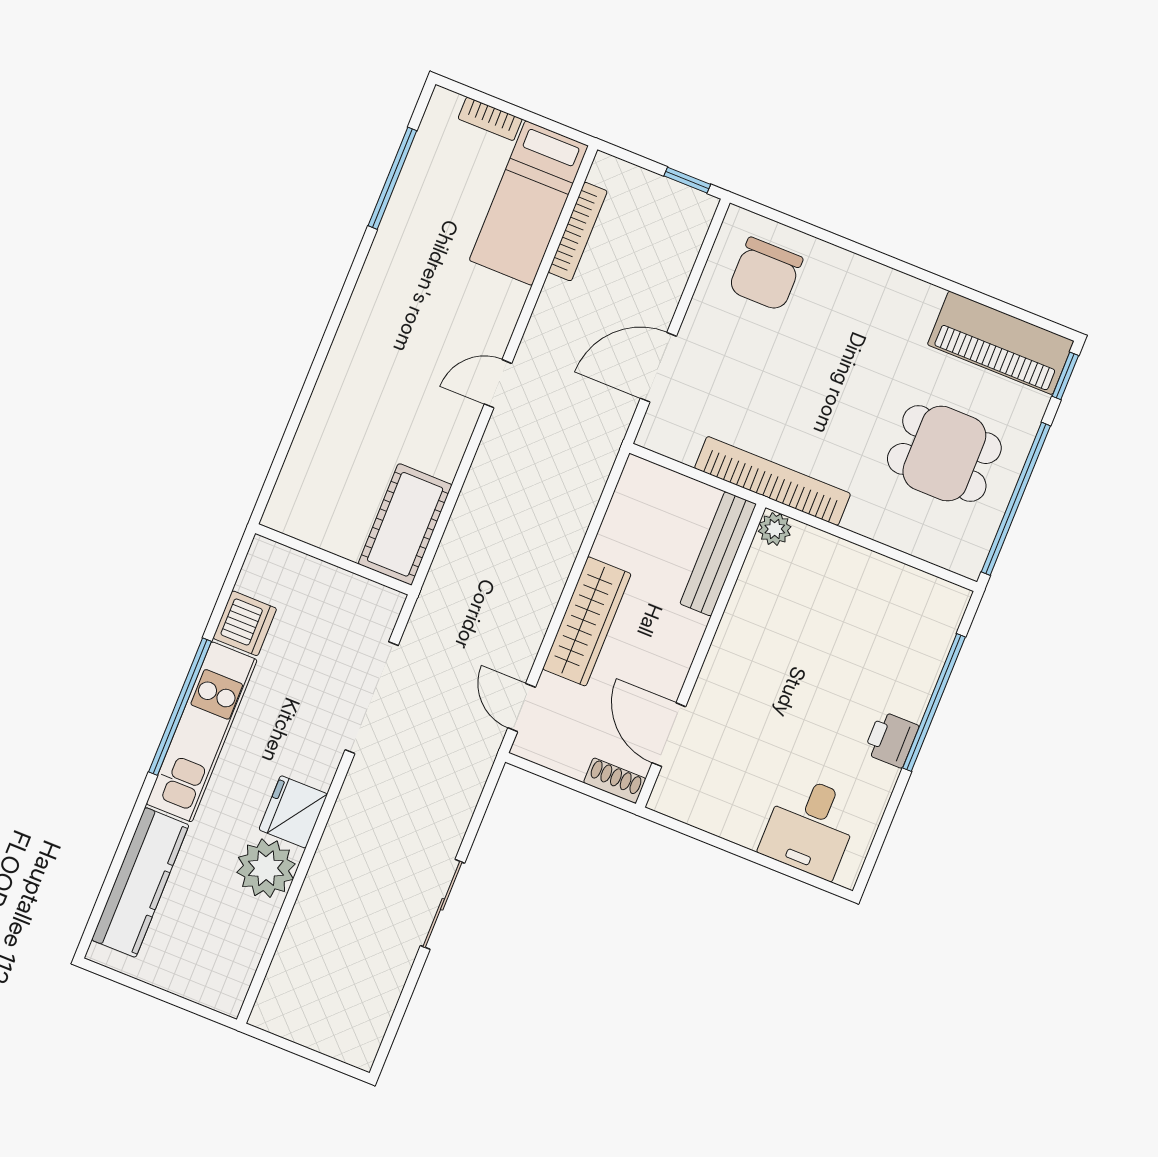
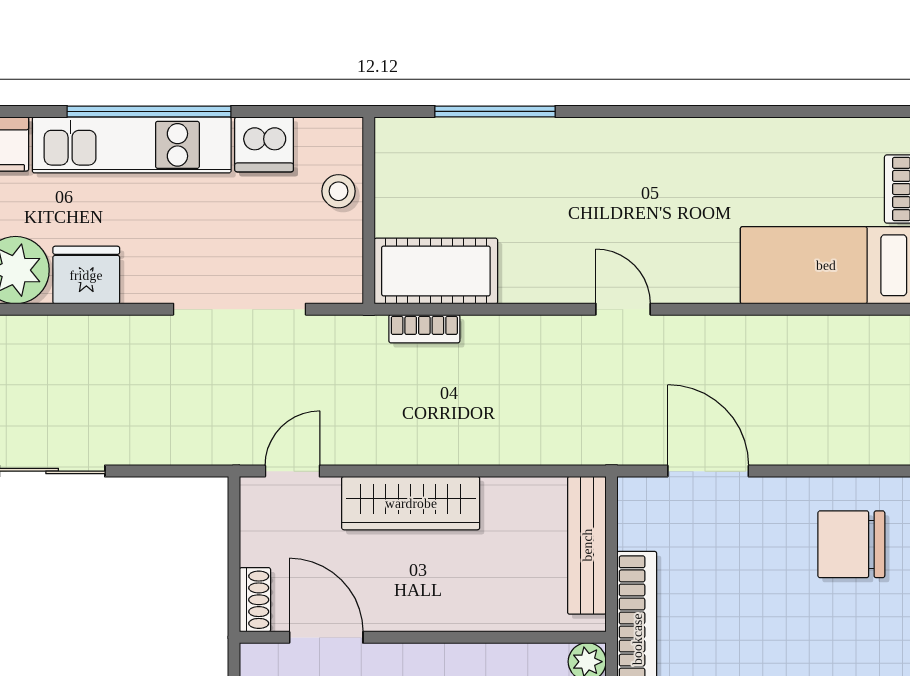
window: (392, 178) -> (495, 111), moved
bookcase: (578, 232) -> (424, 329), moved, width x0.64
bench: (718, 554) -> (587, 545), moved, turned 90
stool: (308, 578) -> (339, 191), added
door: (669, 735) -> (326, 637), hinge flipped

